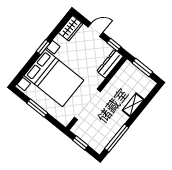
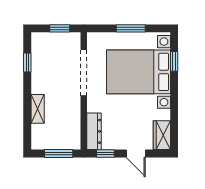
door: (96, 30) -> (136, 154), hinge flipped
window: (43, 47) -> (174, 61), moved
window: (117, 138) -> (27, 62), width x0.46

